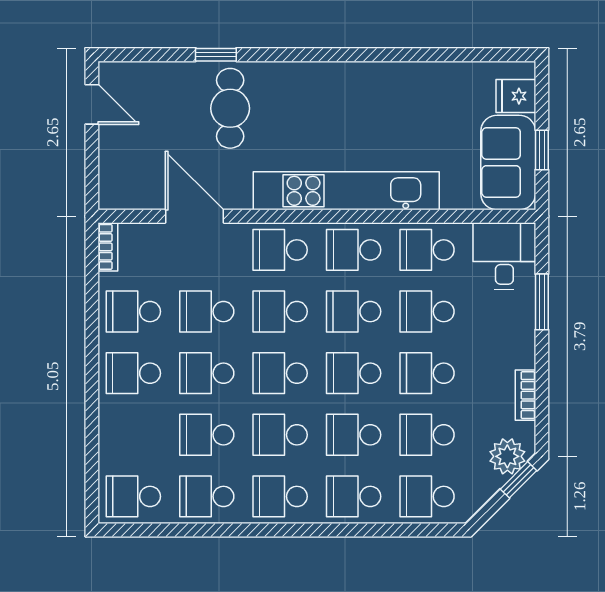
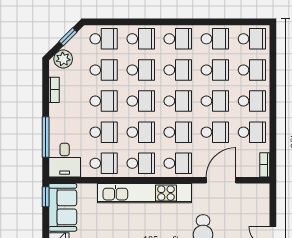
window: (542, 150) -> (46, 197), moved
door: (195, 216) -> (221, 180), swing flipped
window: (542, 302) -> (46, 137), width x1.44
school desk: (133, 435) -> (252, 70), added
window: (519, 480) -> (68, 37), moved

